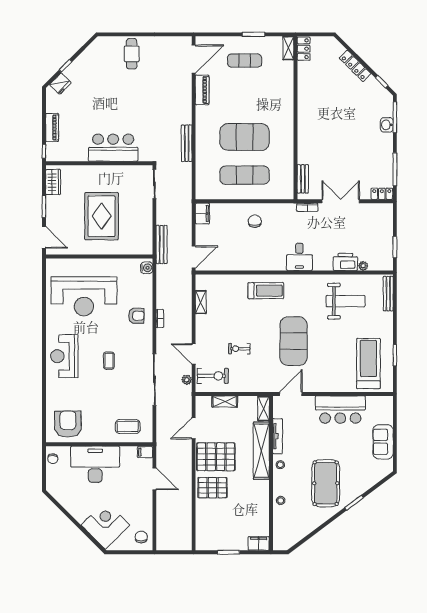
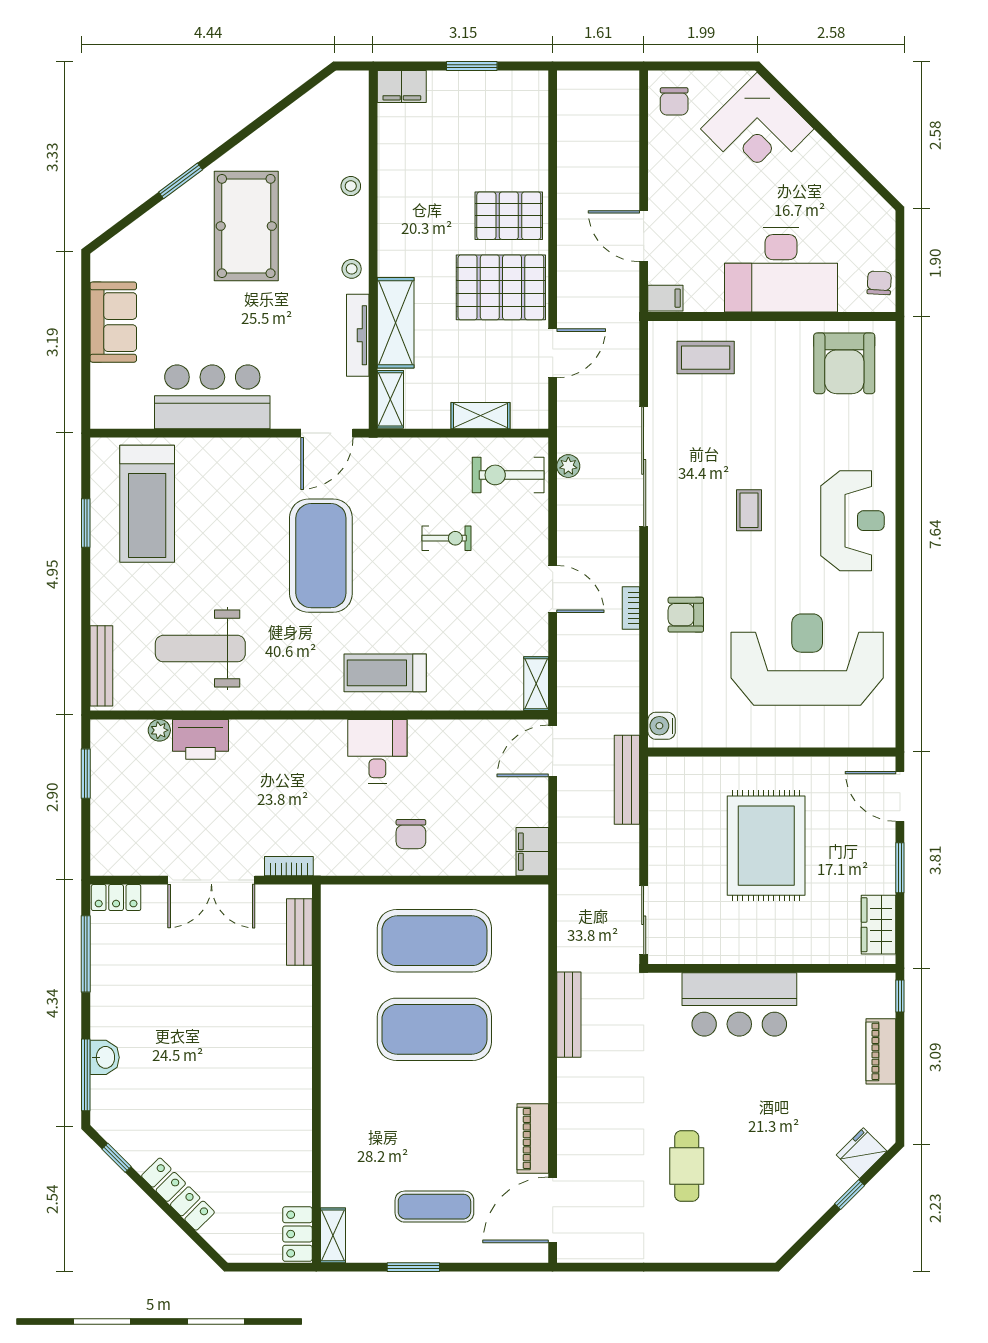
cafe table: (132, 54) -> (687, 1166), moved
exercise mat: (245, 175) -> (434, 941), width x1.47
desk: (299, 257) -> (377, 751), moved
shelving: (201, 302) -> (536, 684), moved
door: (194, 354) -> (553, 589), moved
shelving: (261, 451) -> (396, 323), width x0.68

